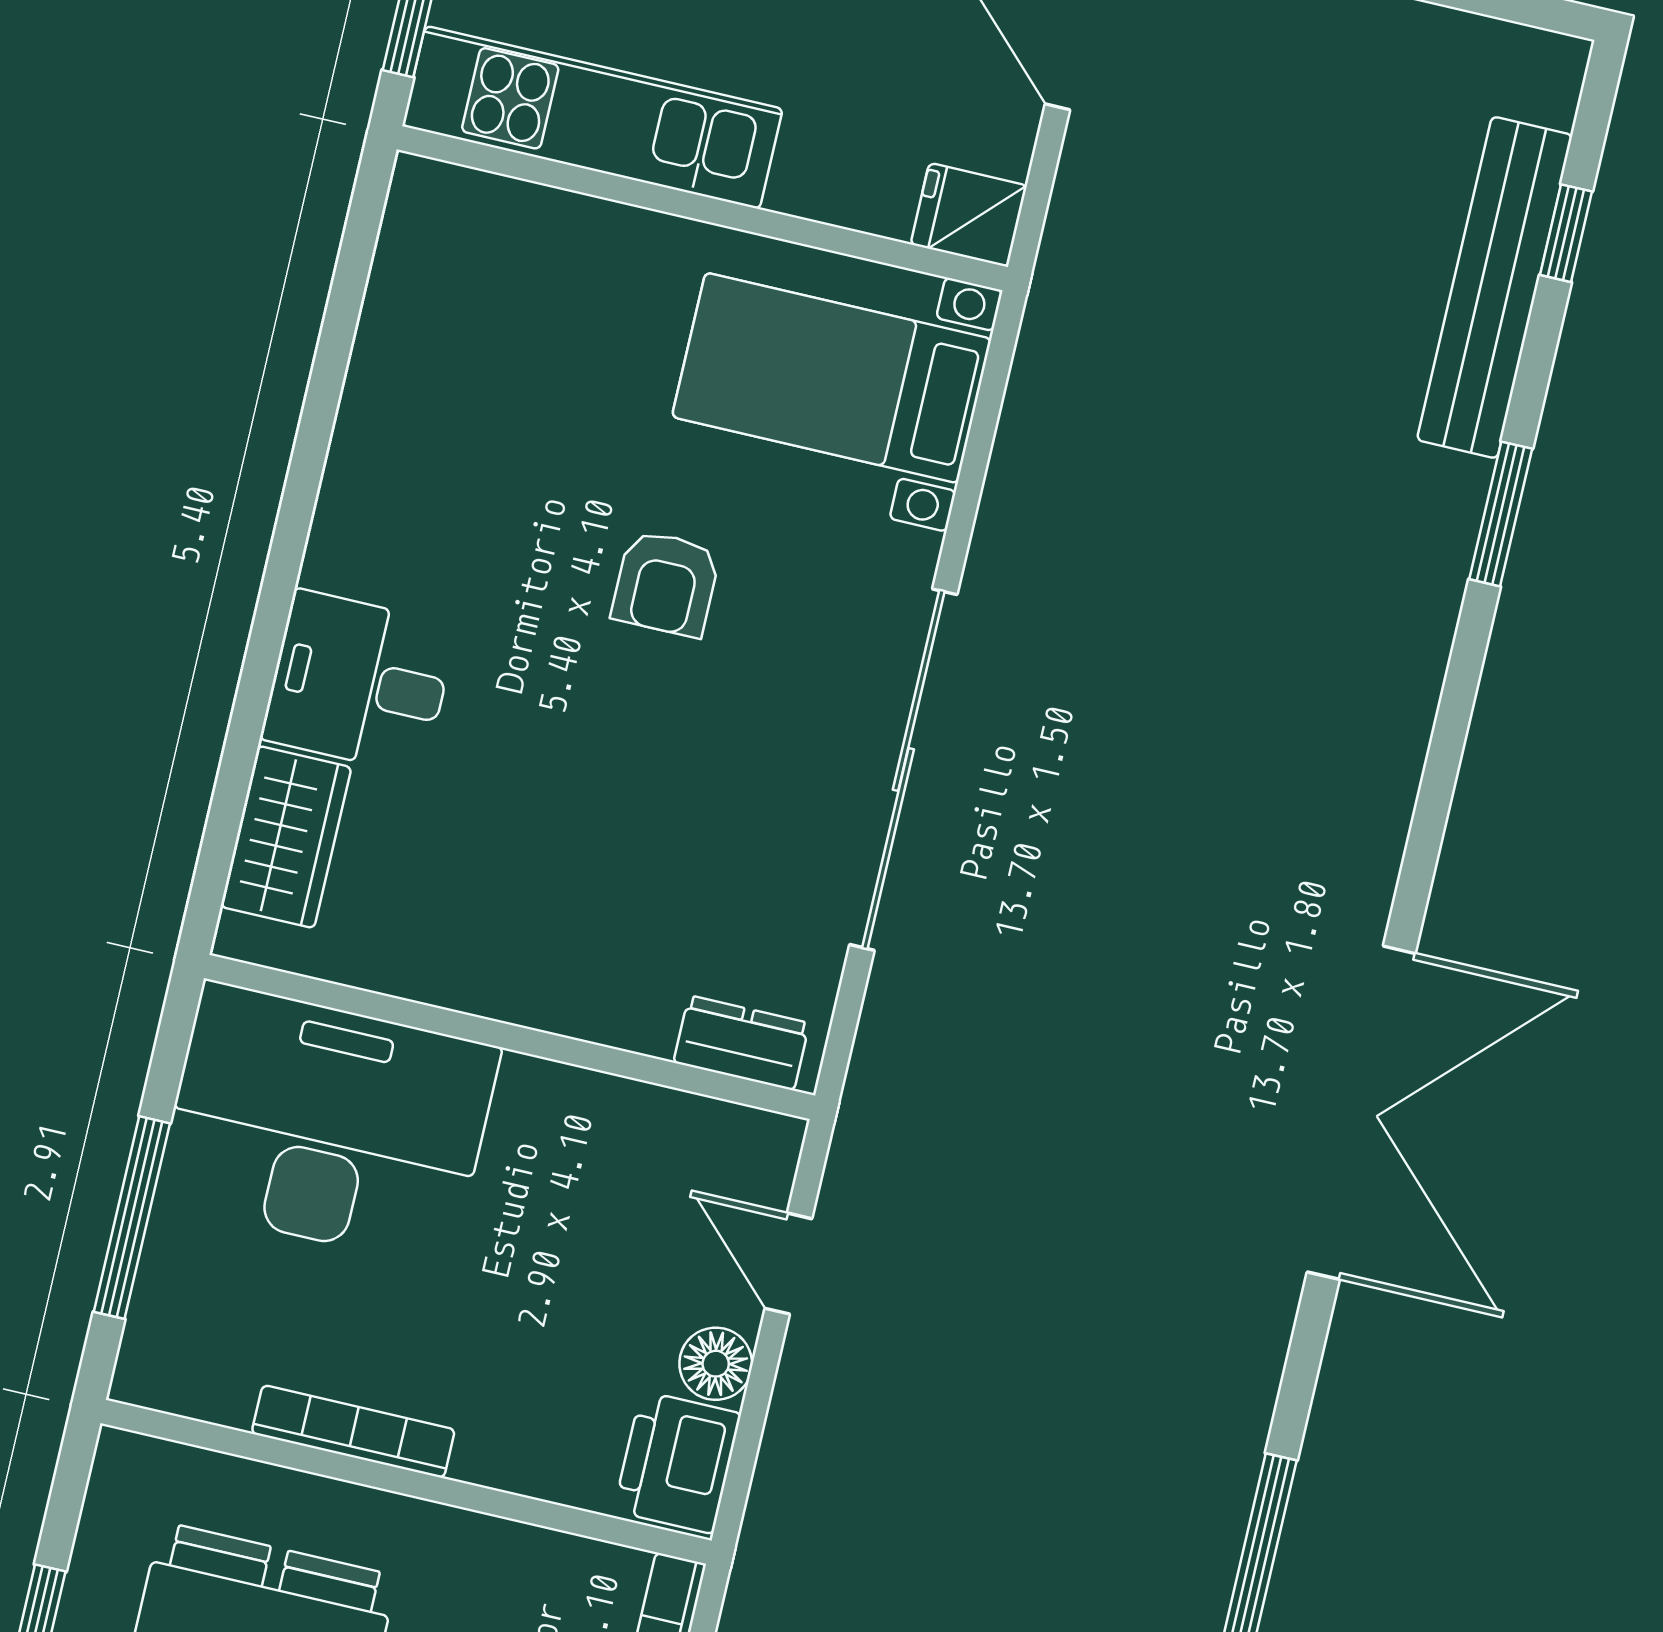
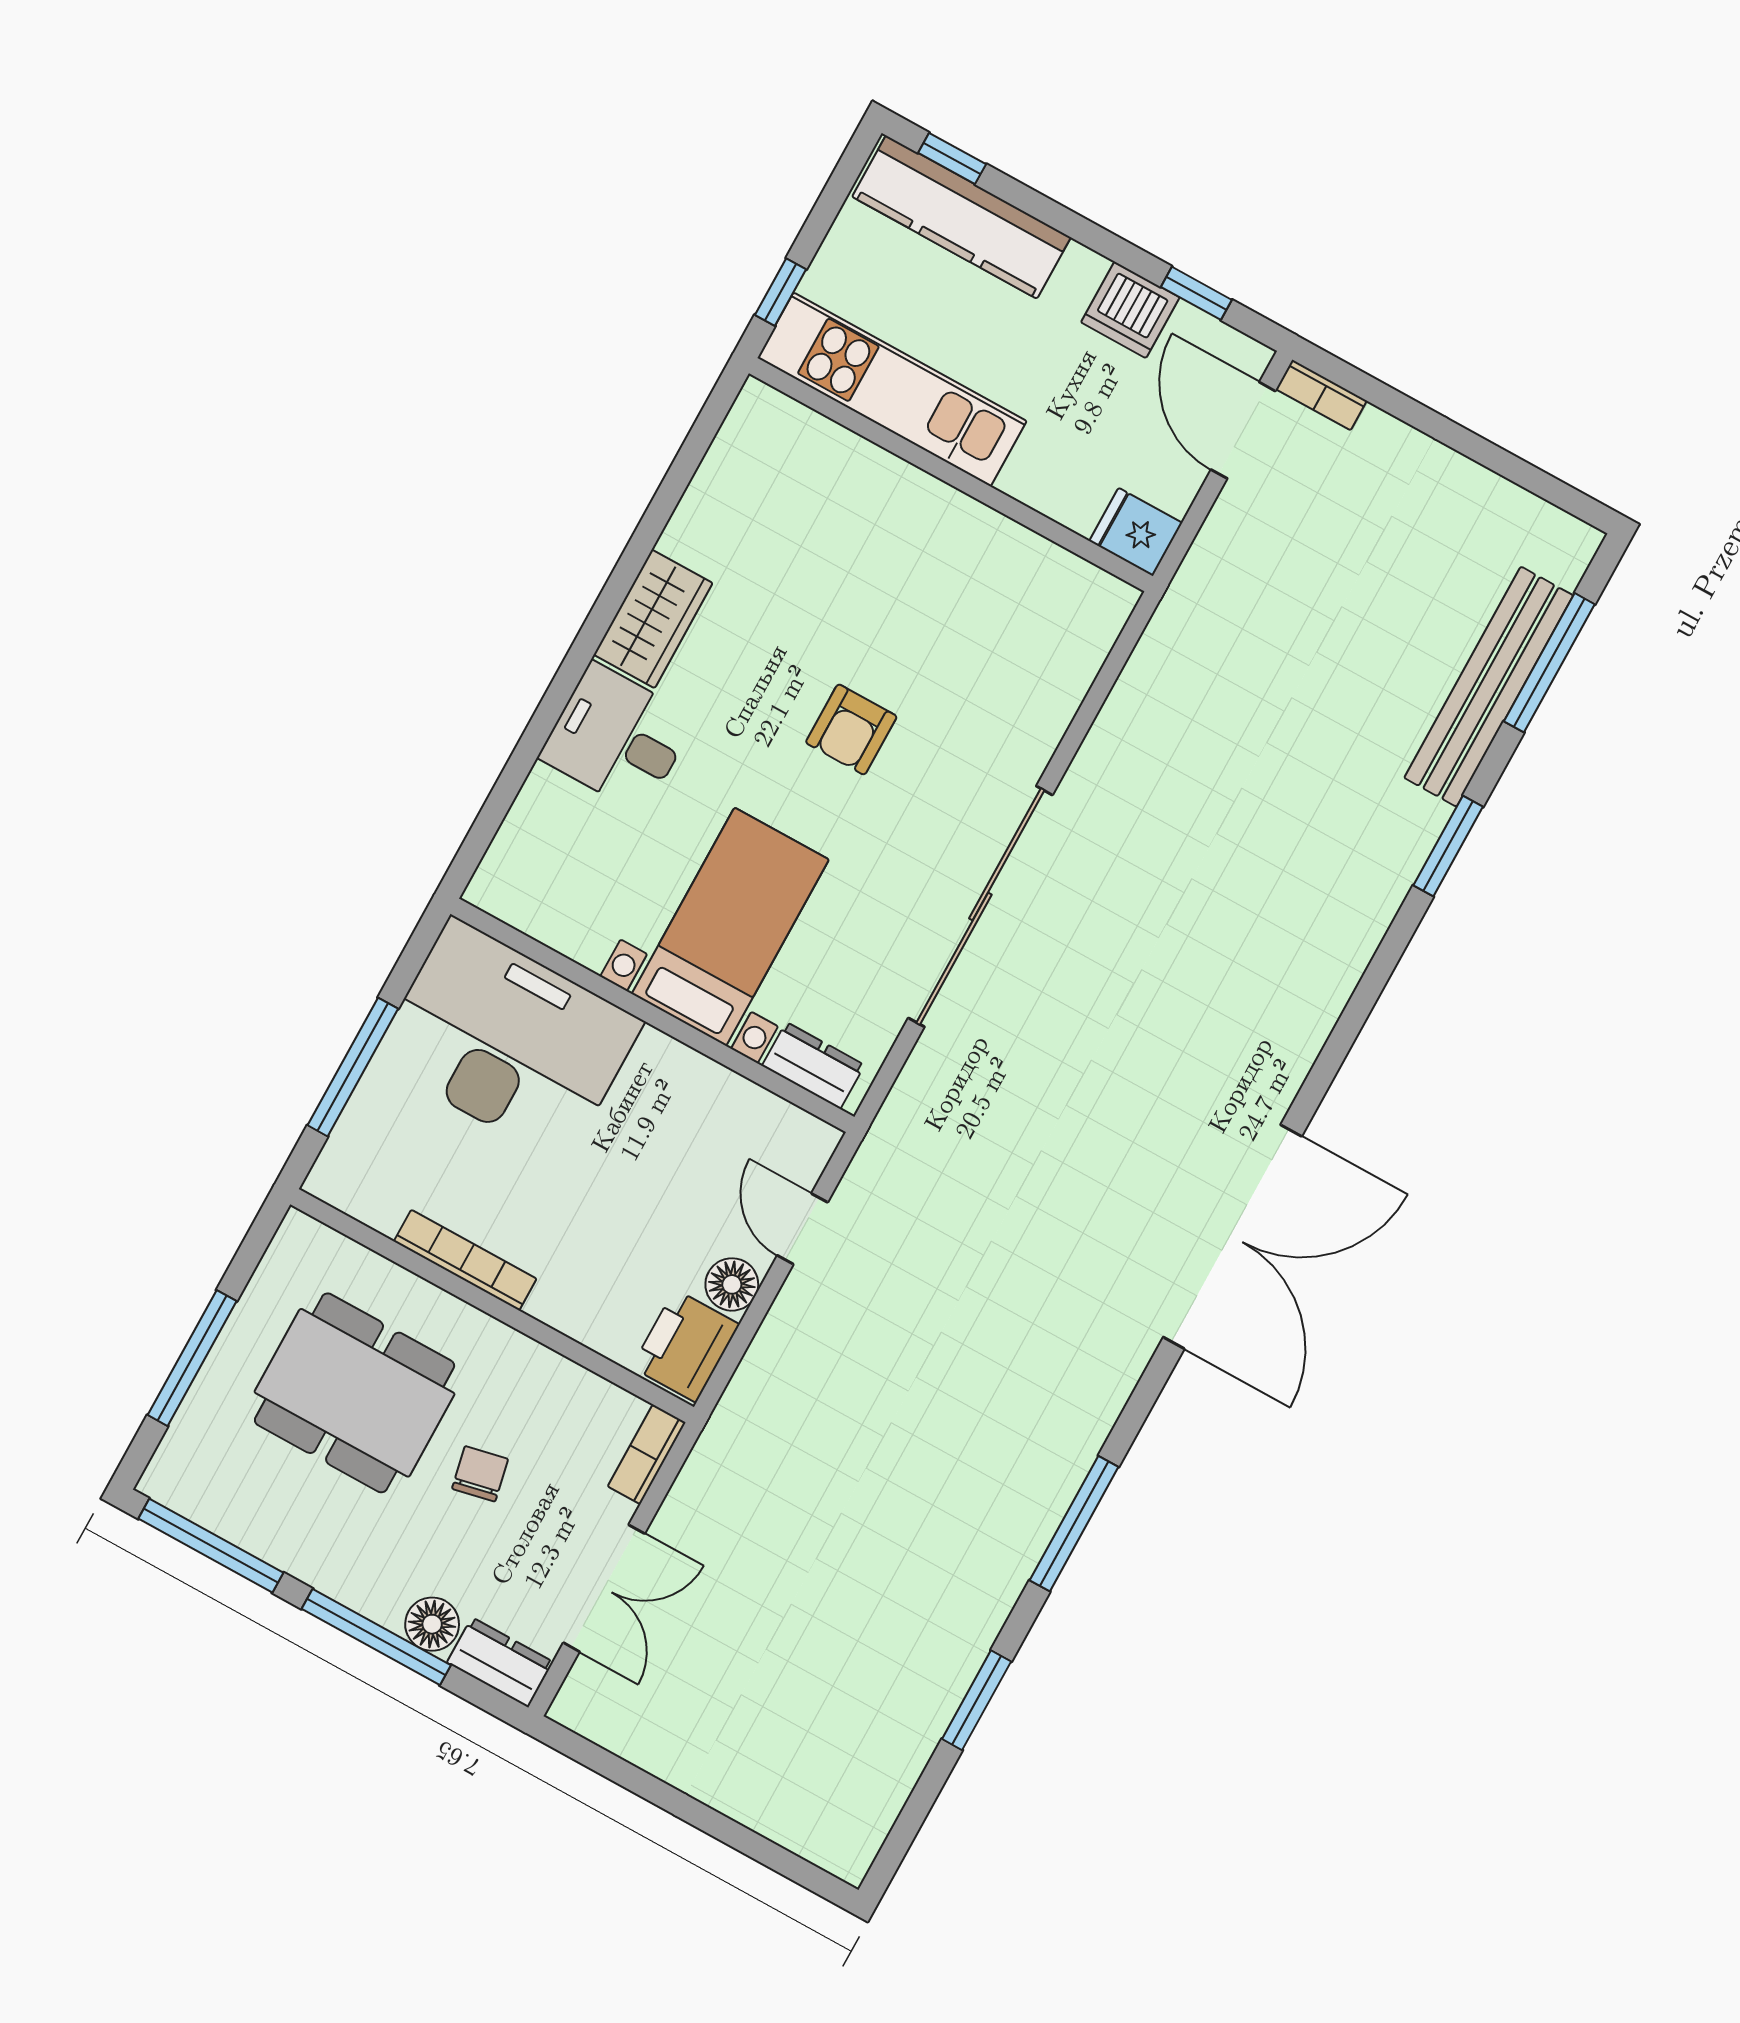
window: (1566, 233) -> (1549, 663), width x2.17
bed with nightstands: (832, 378) -> (730, 927), moved, turned 90
wardrobe: (286, 837) -> (653, 619), moved

